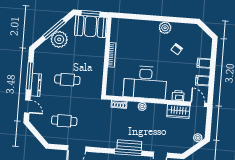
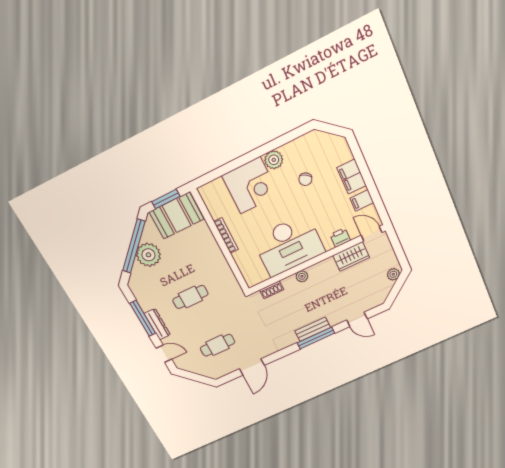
window: (54, 29) -> (134, 246), width x1.46
corner desk: (143, 34) -> (250, 185), added
filing cabinet: (204, 63) -> (352, 177), width x2.00

